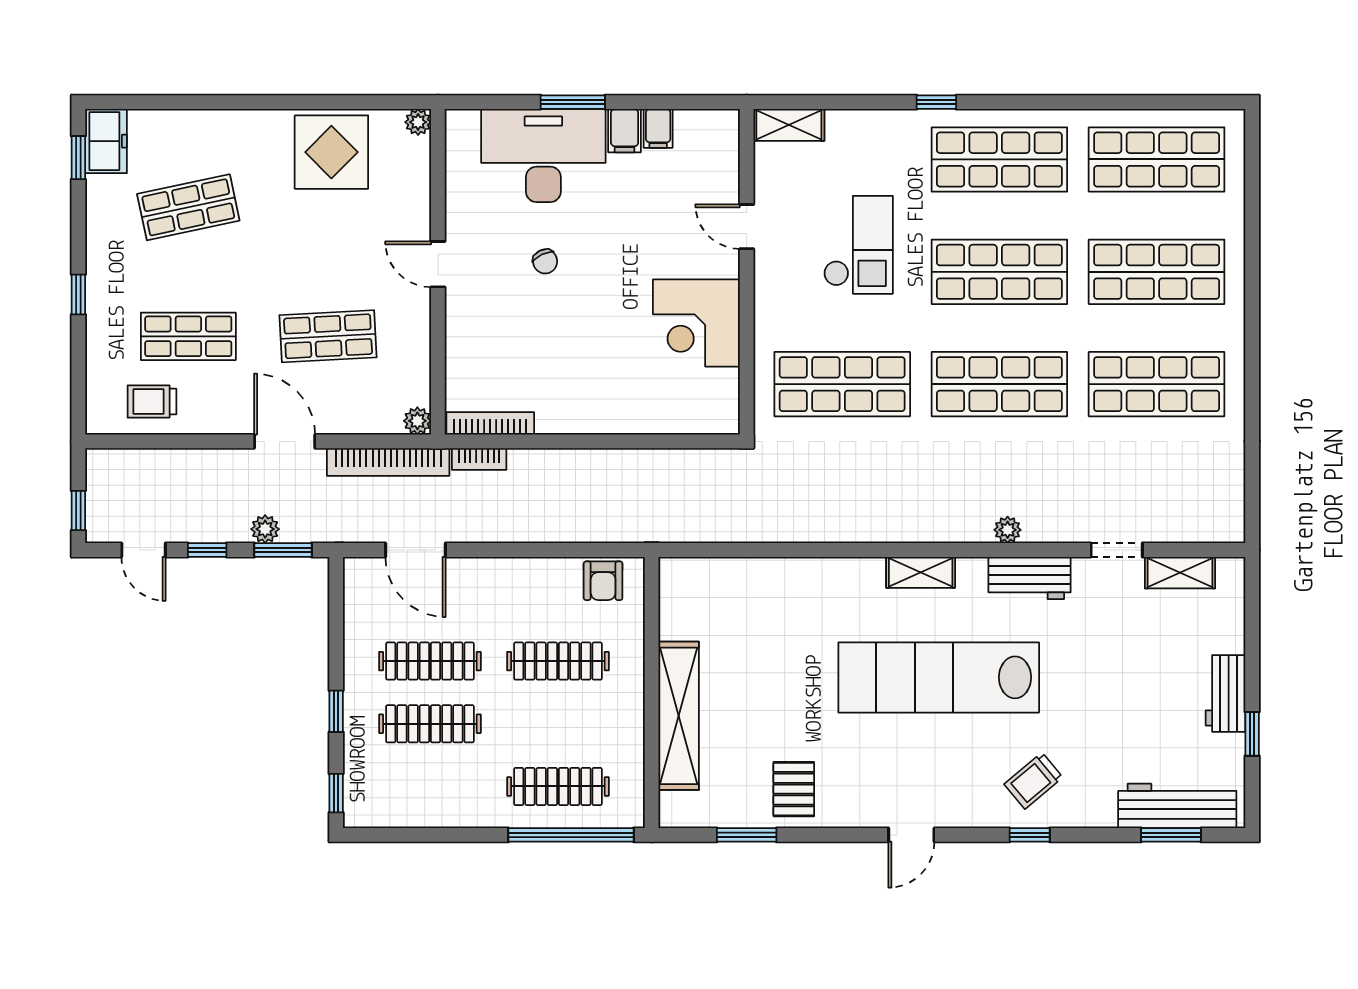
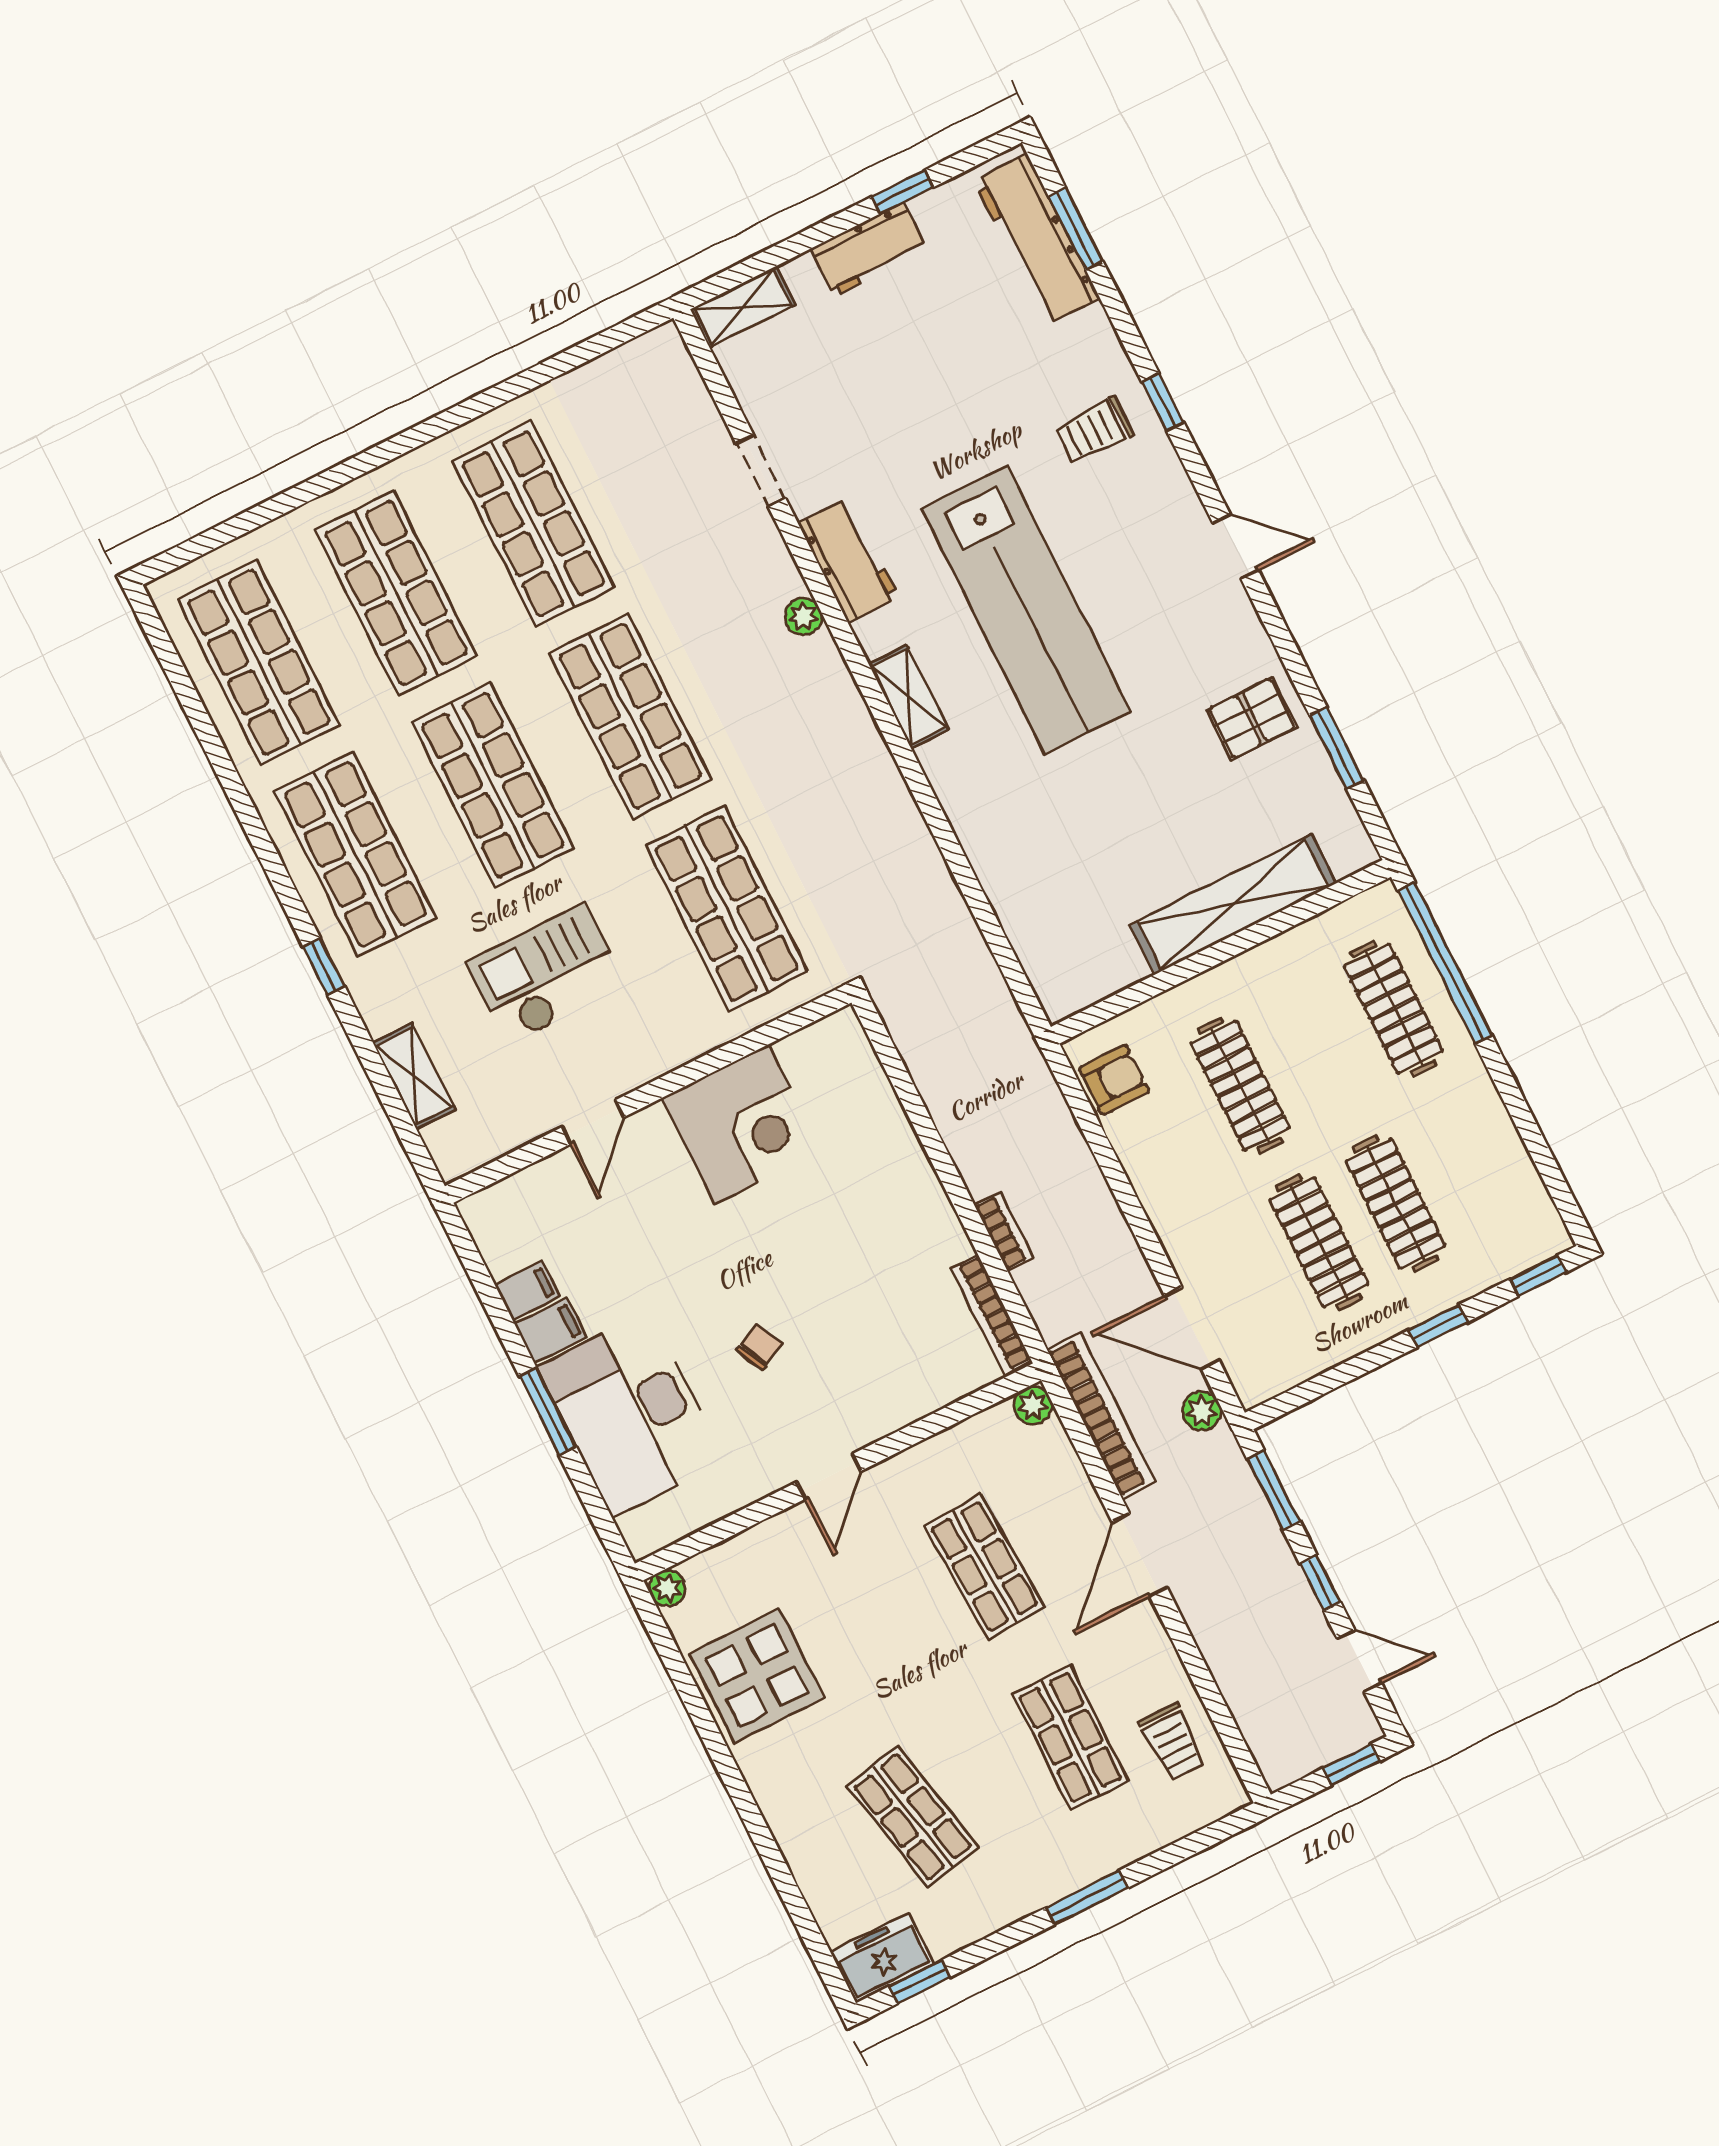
shelving: (789, 125) -> (414, 1076), moved
window: (78, 294) -> (1087, 1898), width x1.50
bookcase: (479, 459) -> (1004, 1231), moved
plant: (265, 529) -> (1202, 1411), moved
door: (143, 550) -> (1359, 1661), hinge flipped
door: (416, 550) -> (1192, 1328), swing flipped
shelving: (1180, 573) -> (743, 307), moved, turned 90
trolley: (1033, 781) -> (1094, 431), turned 130

